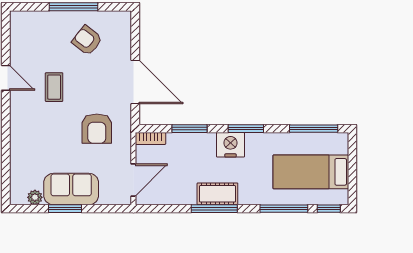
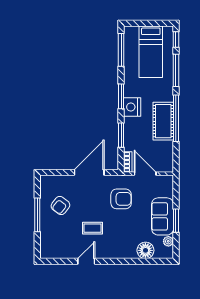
floor lamp: (22, 164) -> (145, 250), added
door: (133, 180) -> (145, 174), moved
cot: (217, 194) -> (163, 121), width x1.37, depth x1.34
window: (214, 209) -> (176, 118), width x1.46

